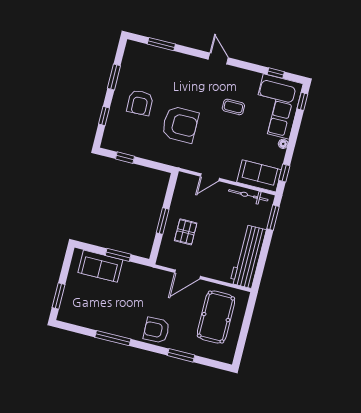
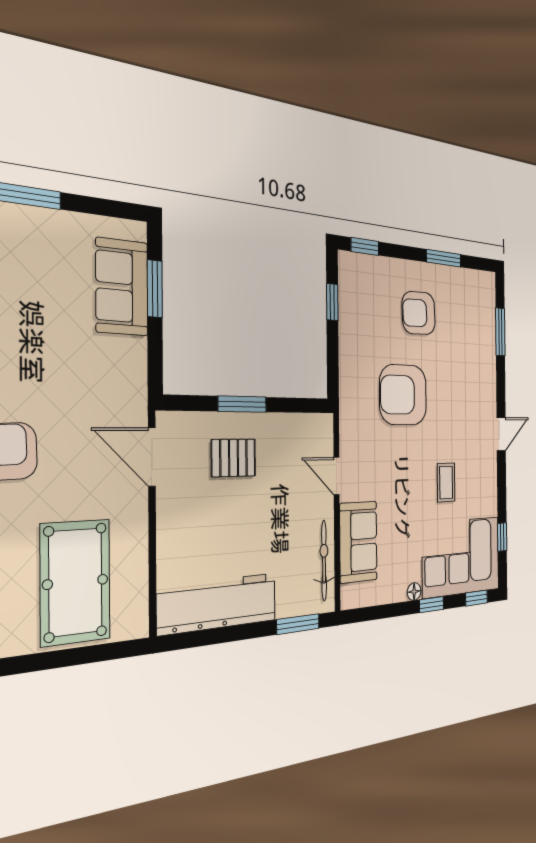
window: (104, 116) -> (365, 246), moved
armchair: (180, 124) -> (403, 395), turned 90
window: (284, 173) -> (432, 605), moved
sofa: (259, 176) -> (358, 542), moved
window: (118, 255) -> (155, 289), moved
door: (188, 274) -> (152, 457), moved
pool table: (216, 317) -> (76, 582), turned 90

